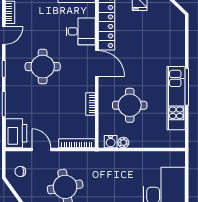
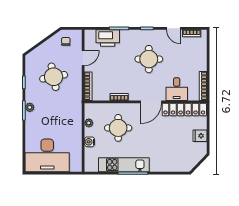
printer: (16, 133) -> (108, 38), moved
water cooler: (111, 142) -> (89, 142), moved

